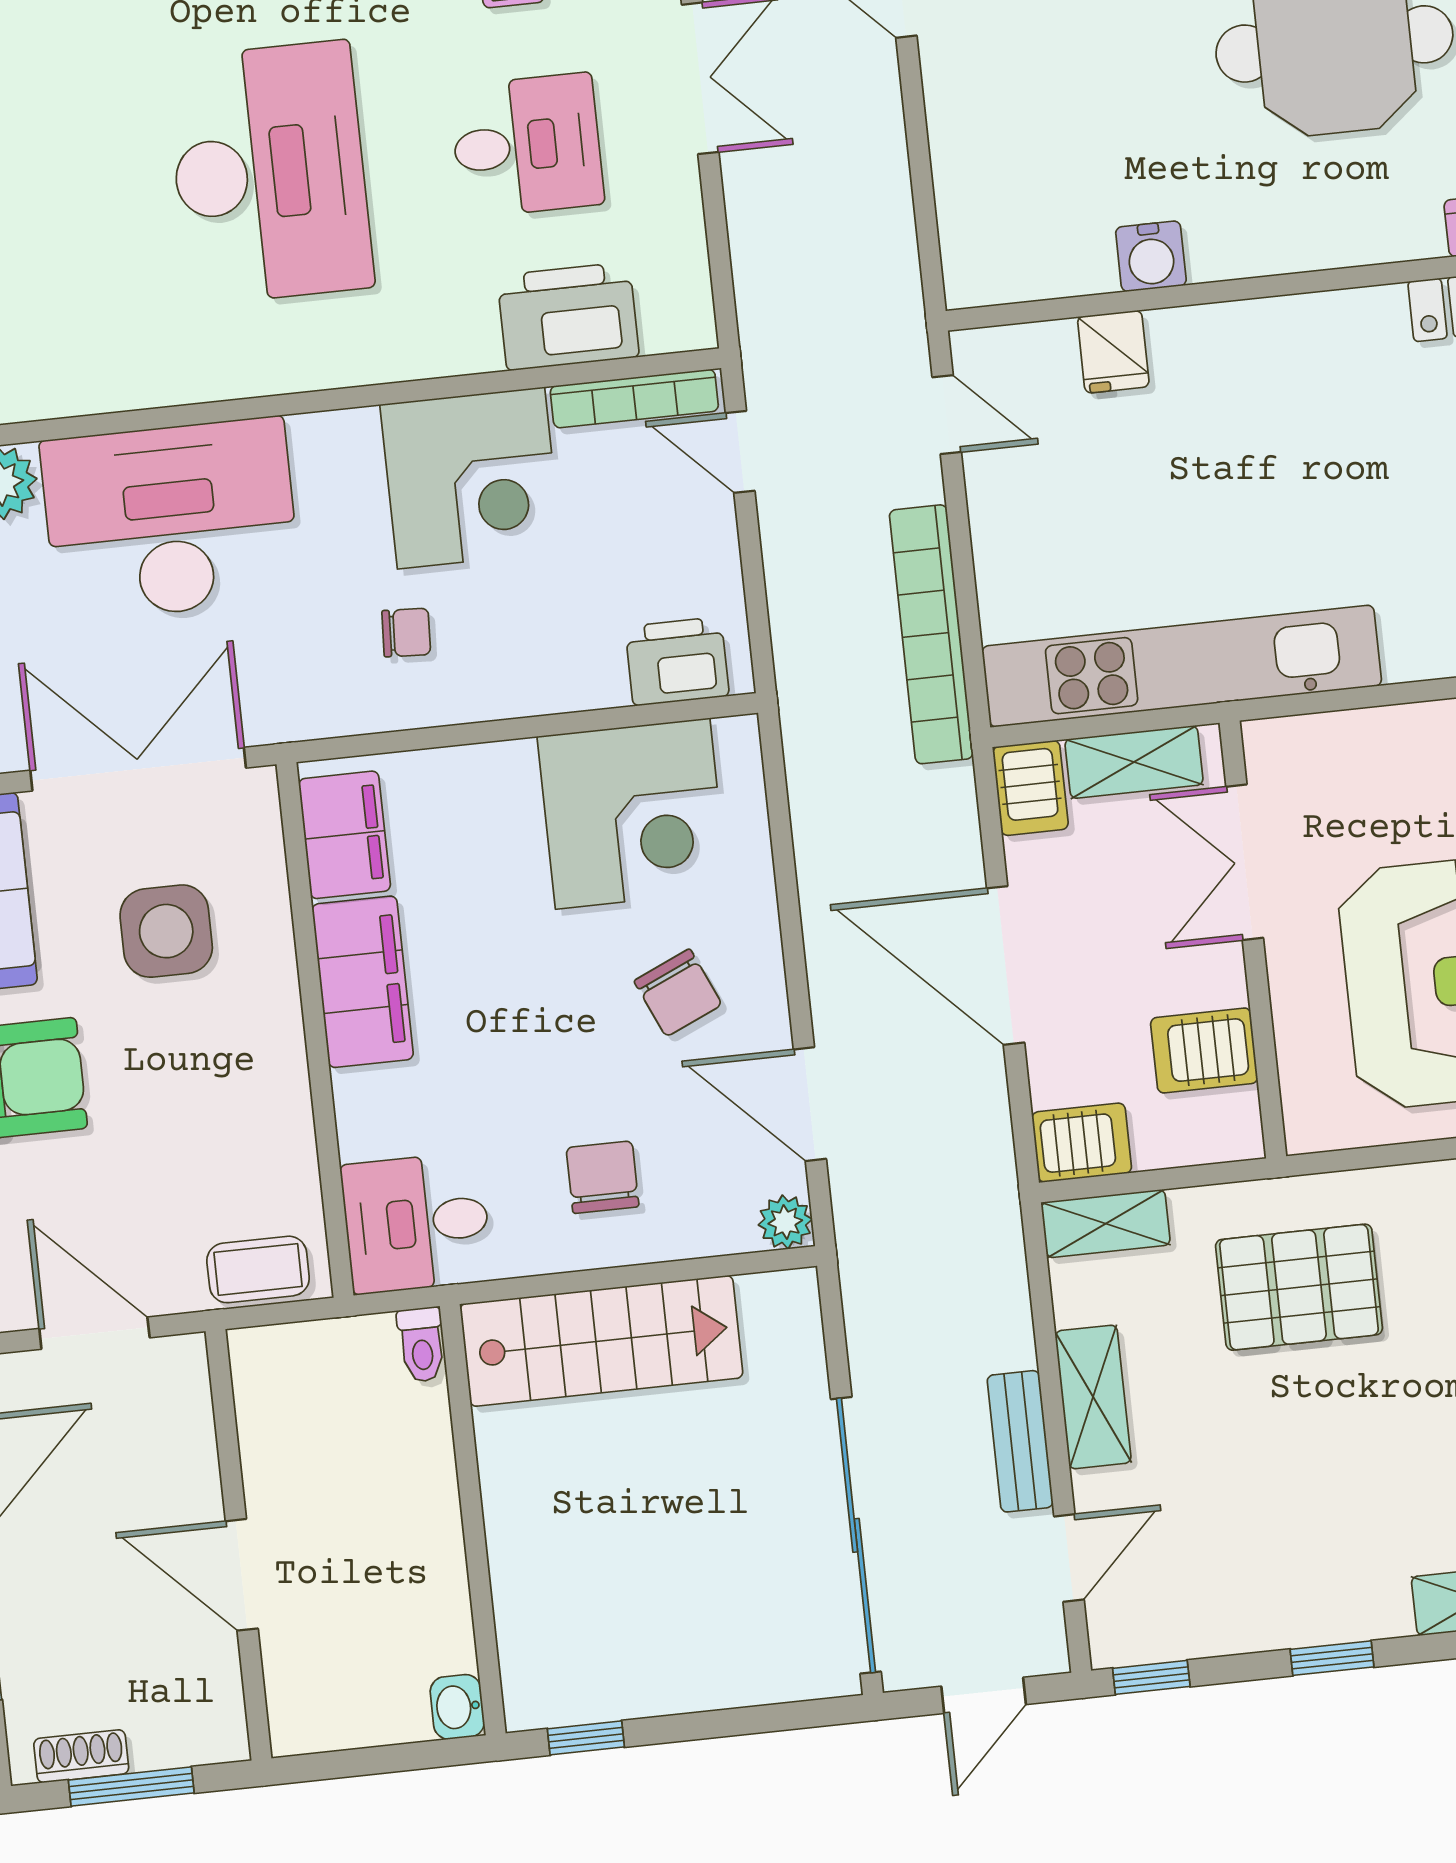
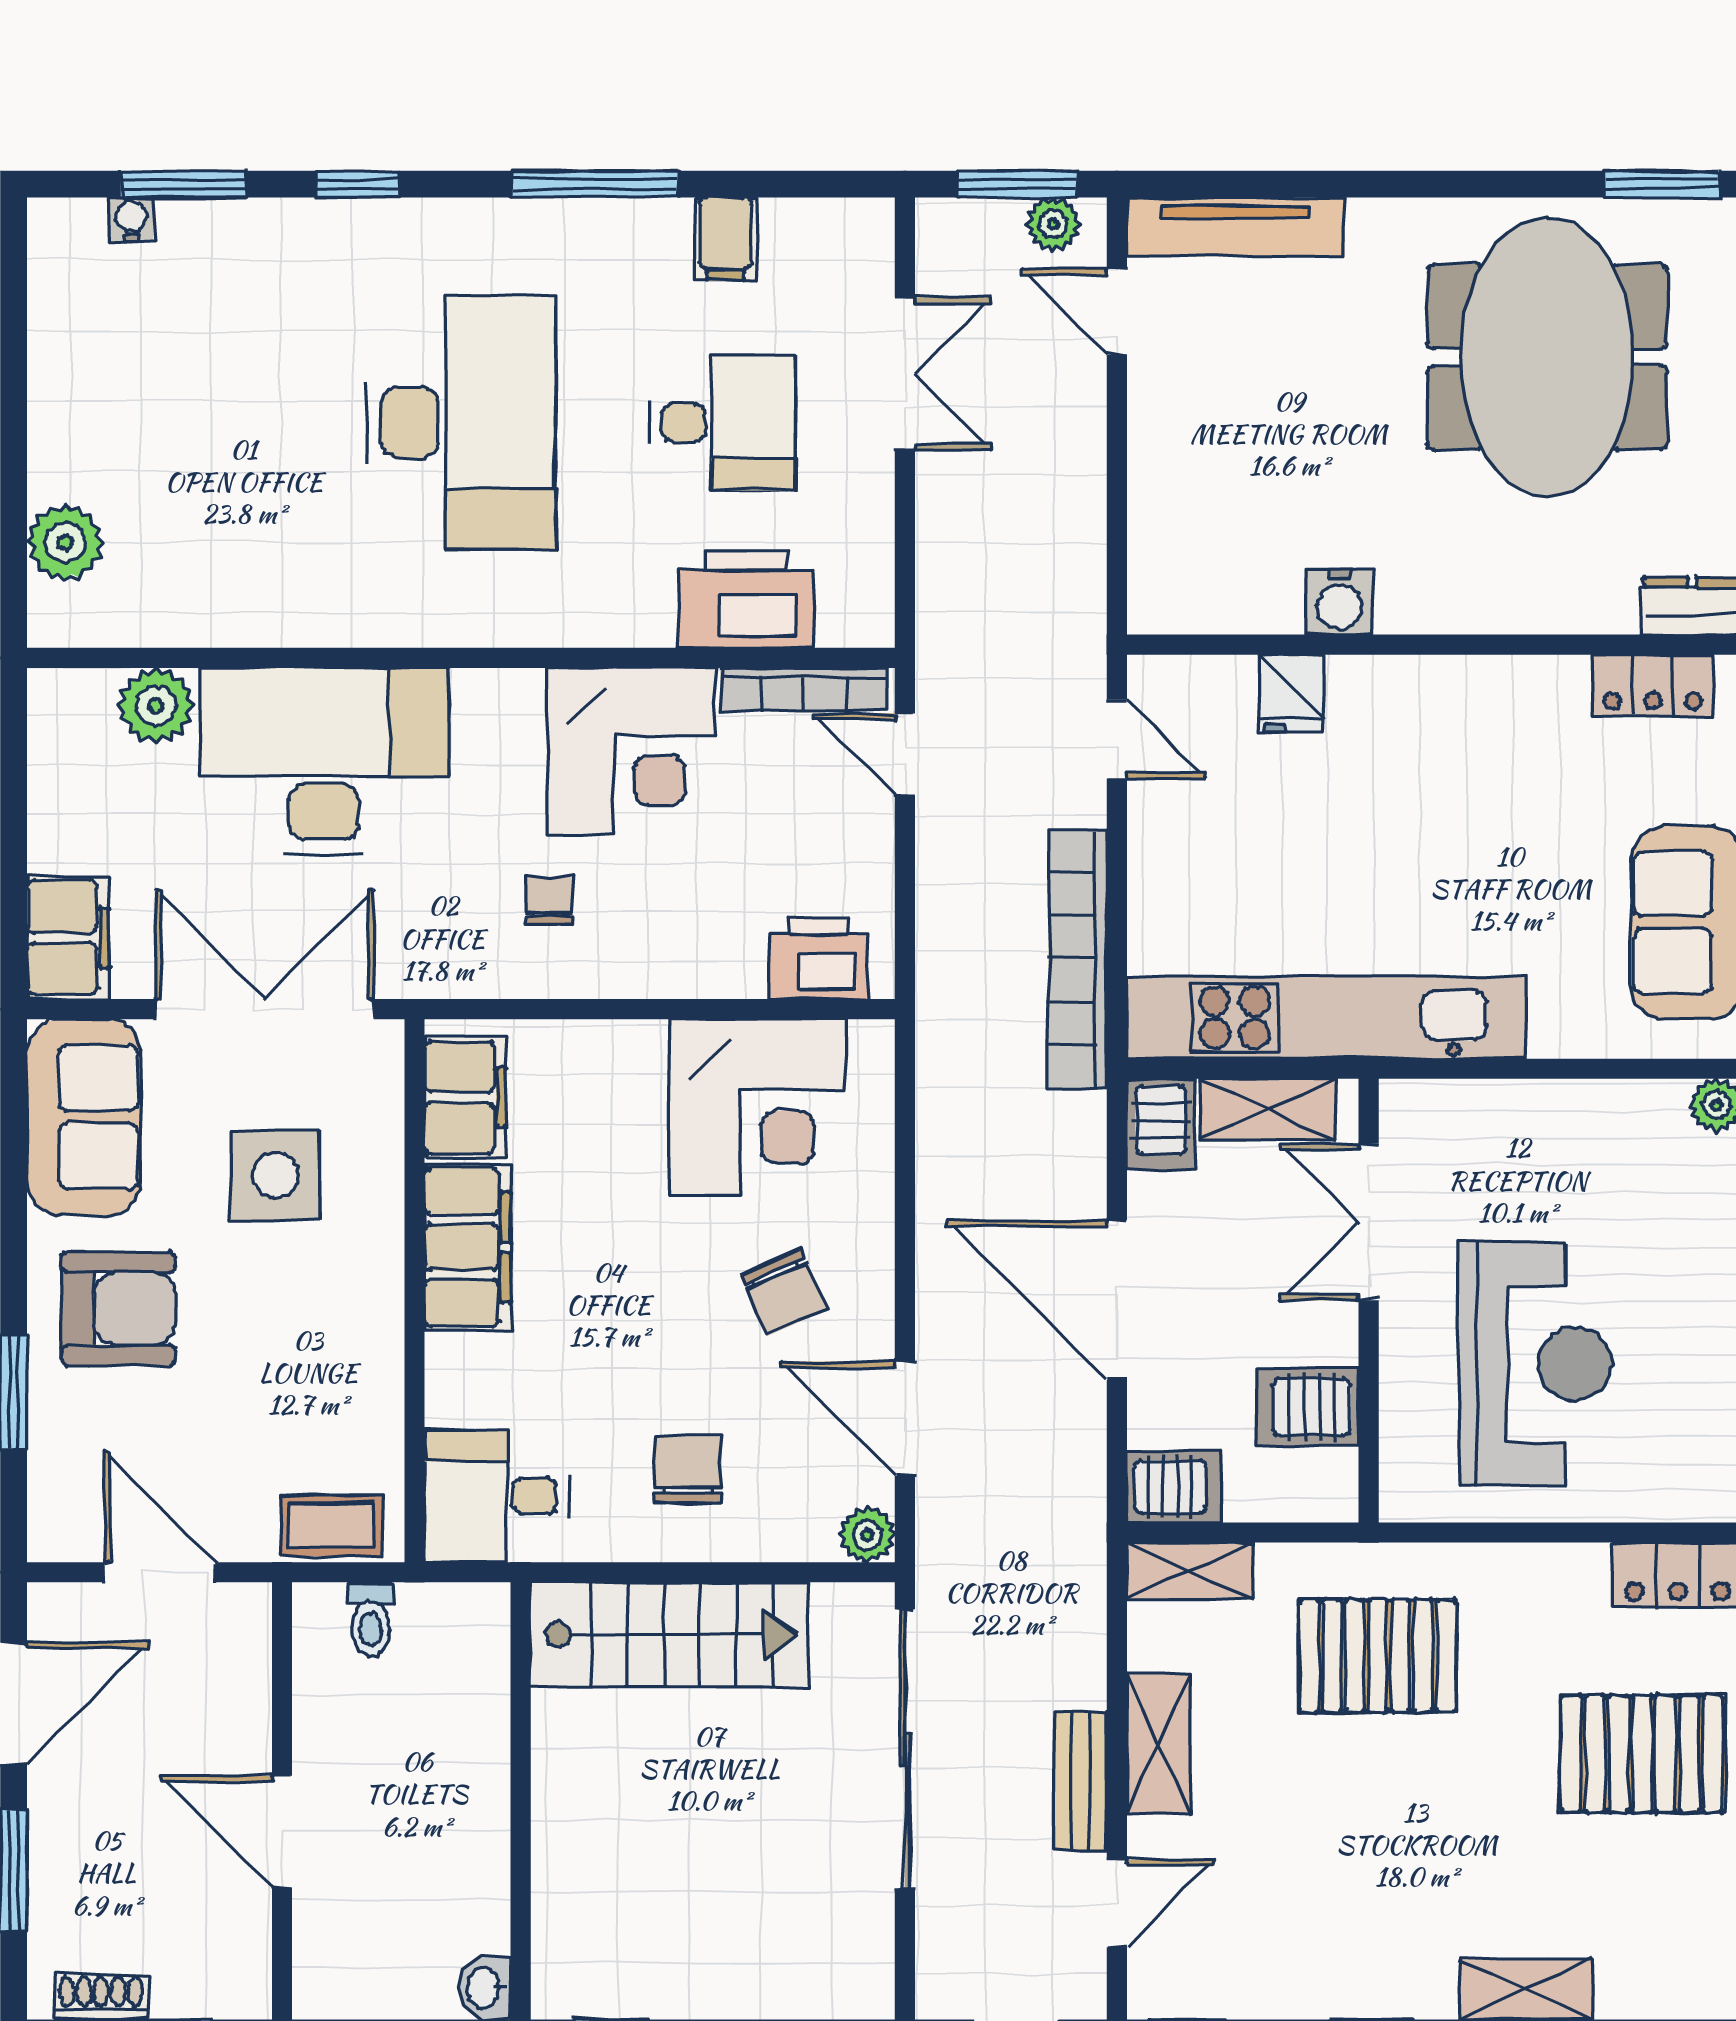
chair: (406, 633) -> (549, 900), turned -93
toilet: (422, 1345) -> (370, 1619), moved
sliding door: (856, 1535) -> (905, 1749), moved

